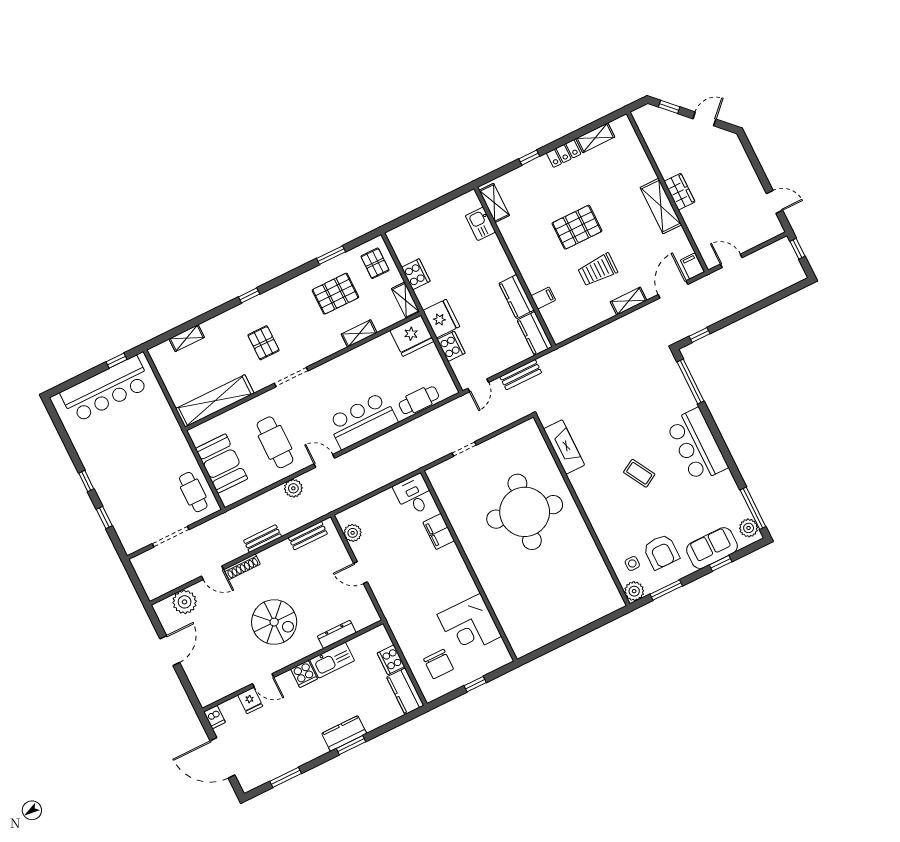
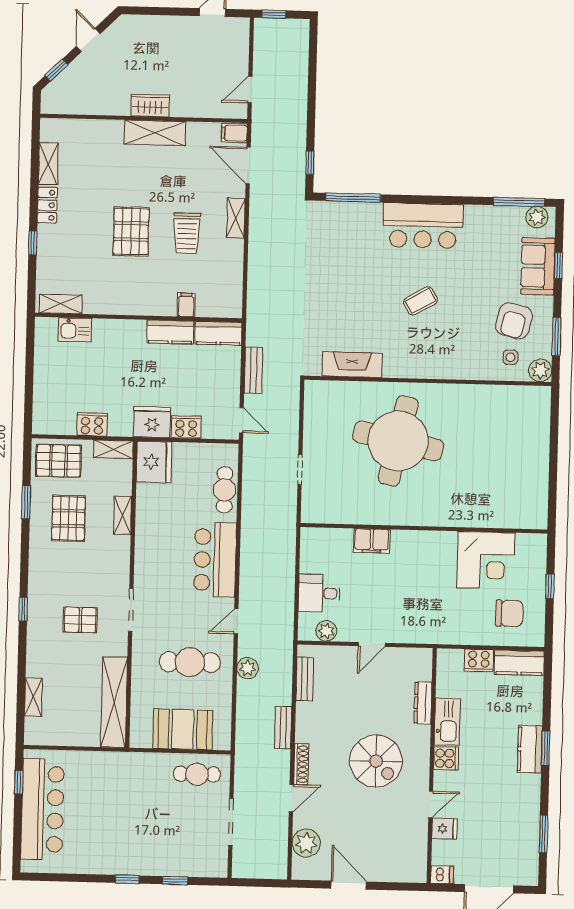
pallet: (375, 263) -> (58, 461), width x1.50, depth x1.42
desk: (414, 495) -> (319, 593), moved
armchair: (661, 552) -> (514, 321), turned 104
spiral stairs: (274, 622) -> (376, 761), turned 90

